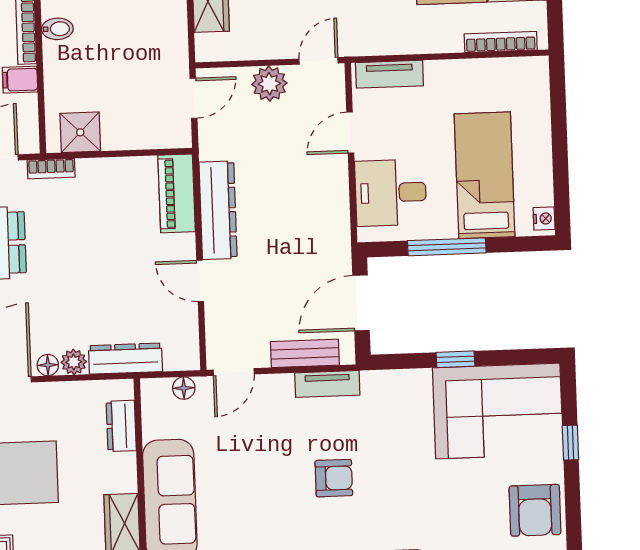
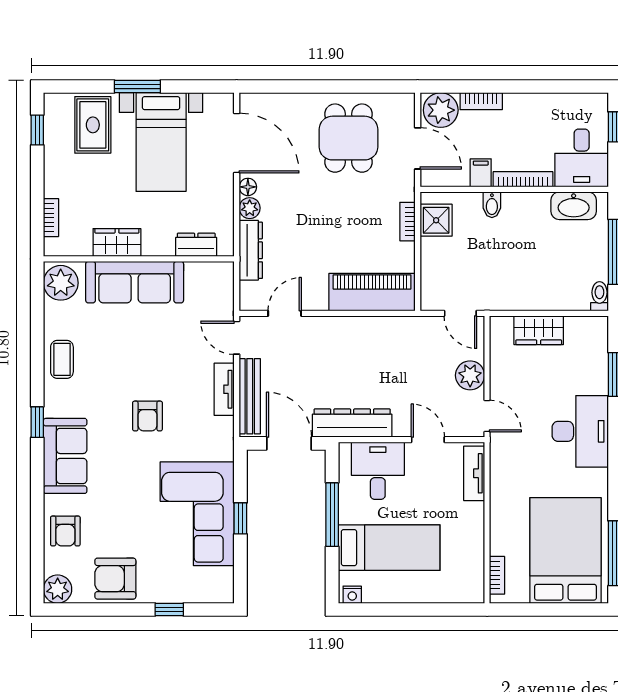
bidet: (57, 29) -> (492, 205), moved
bookcase: (501, 42) -> (497, 575), width x0.64
bookcase: (51, 169) -> (407, 222), moved
piano: (177, 193) -> (372, 292), width x1.37, depth x1.33
dresser: (218, 210) -> (352, 423), moved, turned 180
door: (200, 281) -> (285, 313), moved
bench: (305, 353) -> (250, 396), width x1.36
tv unit: (327, 384) -> (224, 389), moved
floor lamp: (184, 388) -> (225, 297), removed
corner sofa: (498, 411) -> (197, 514), moved

